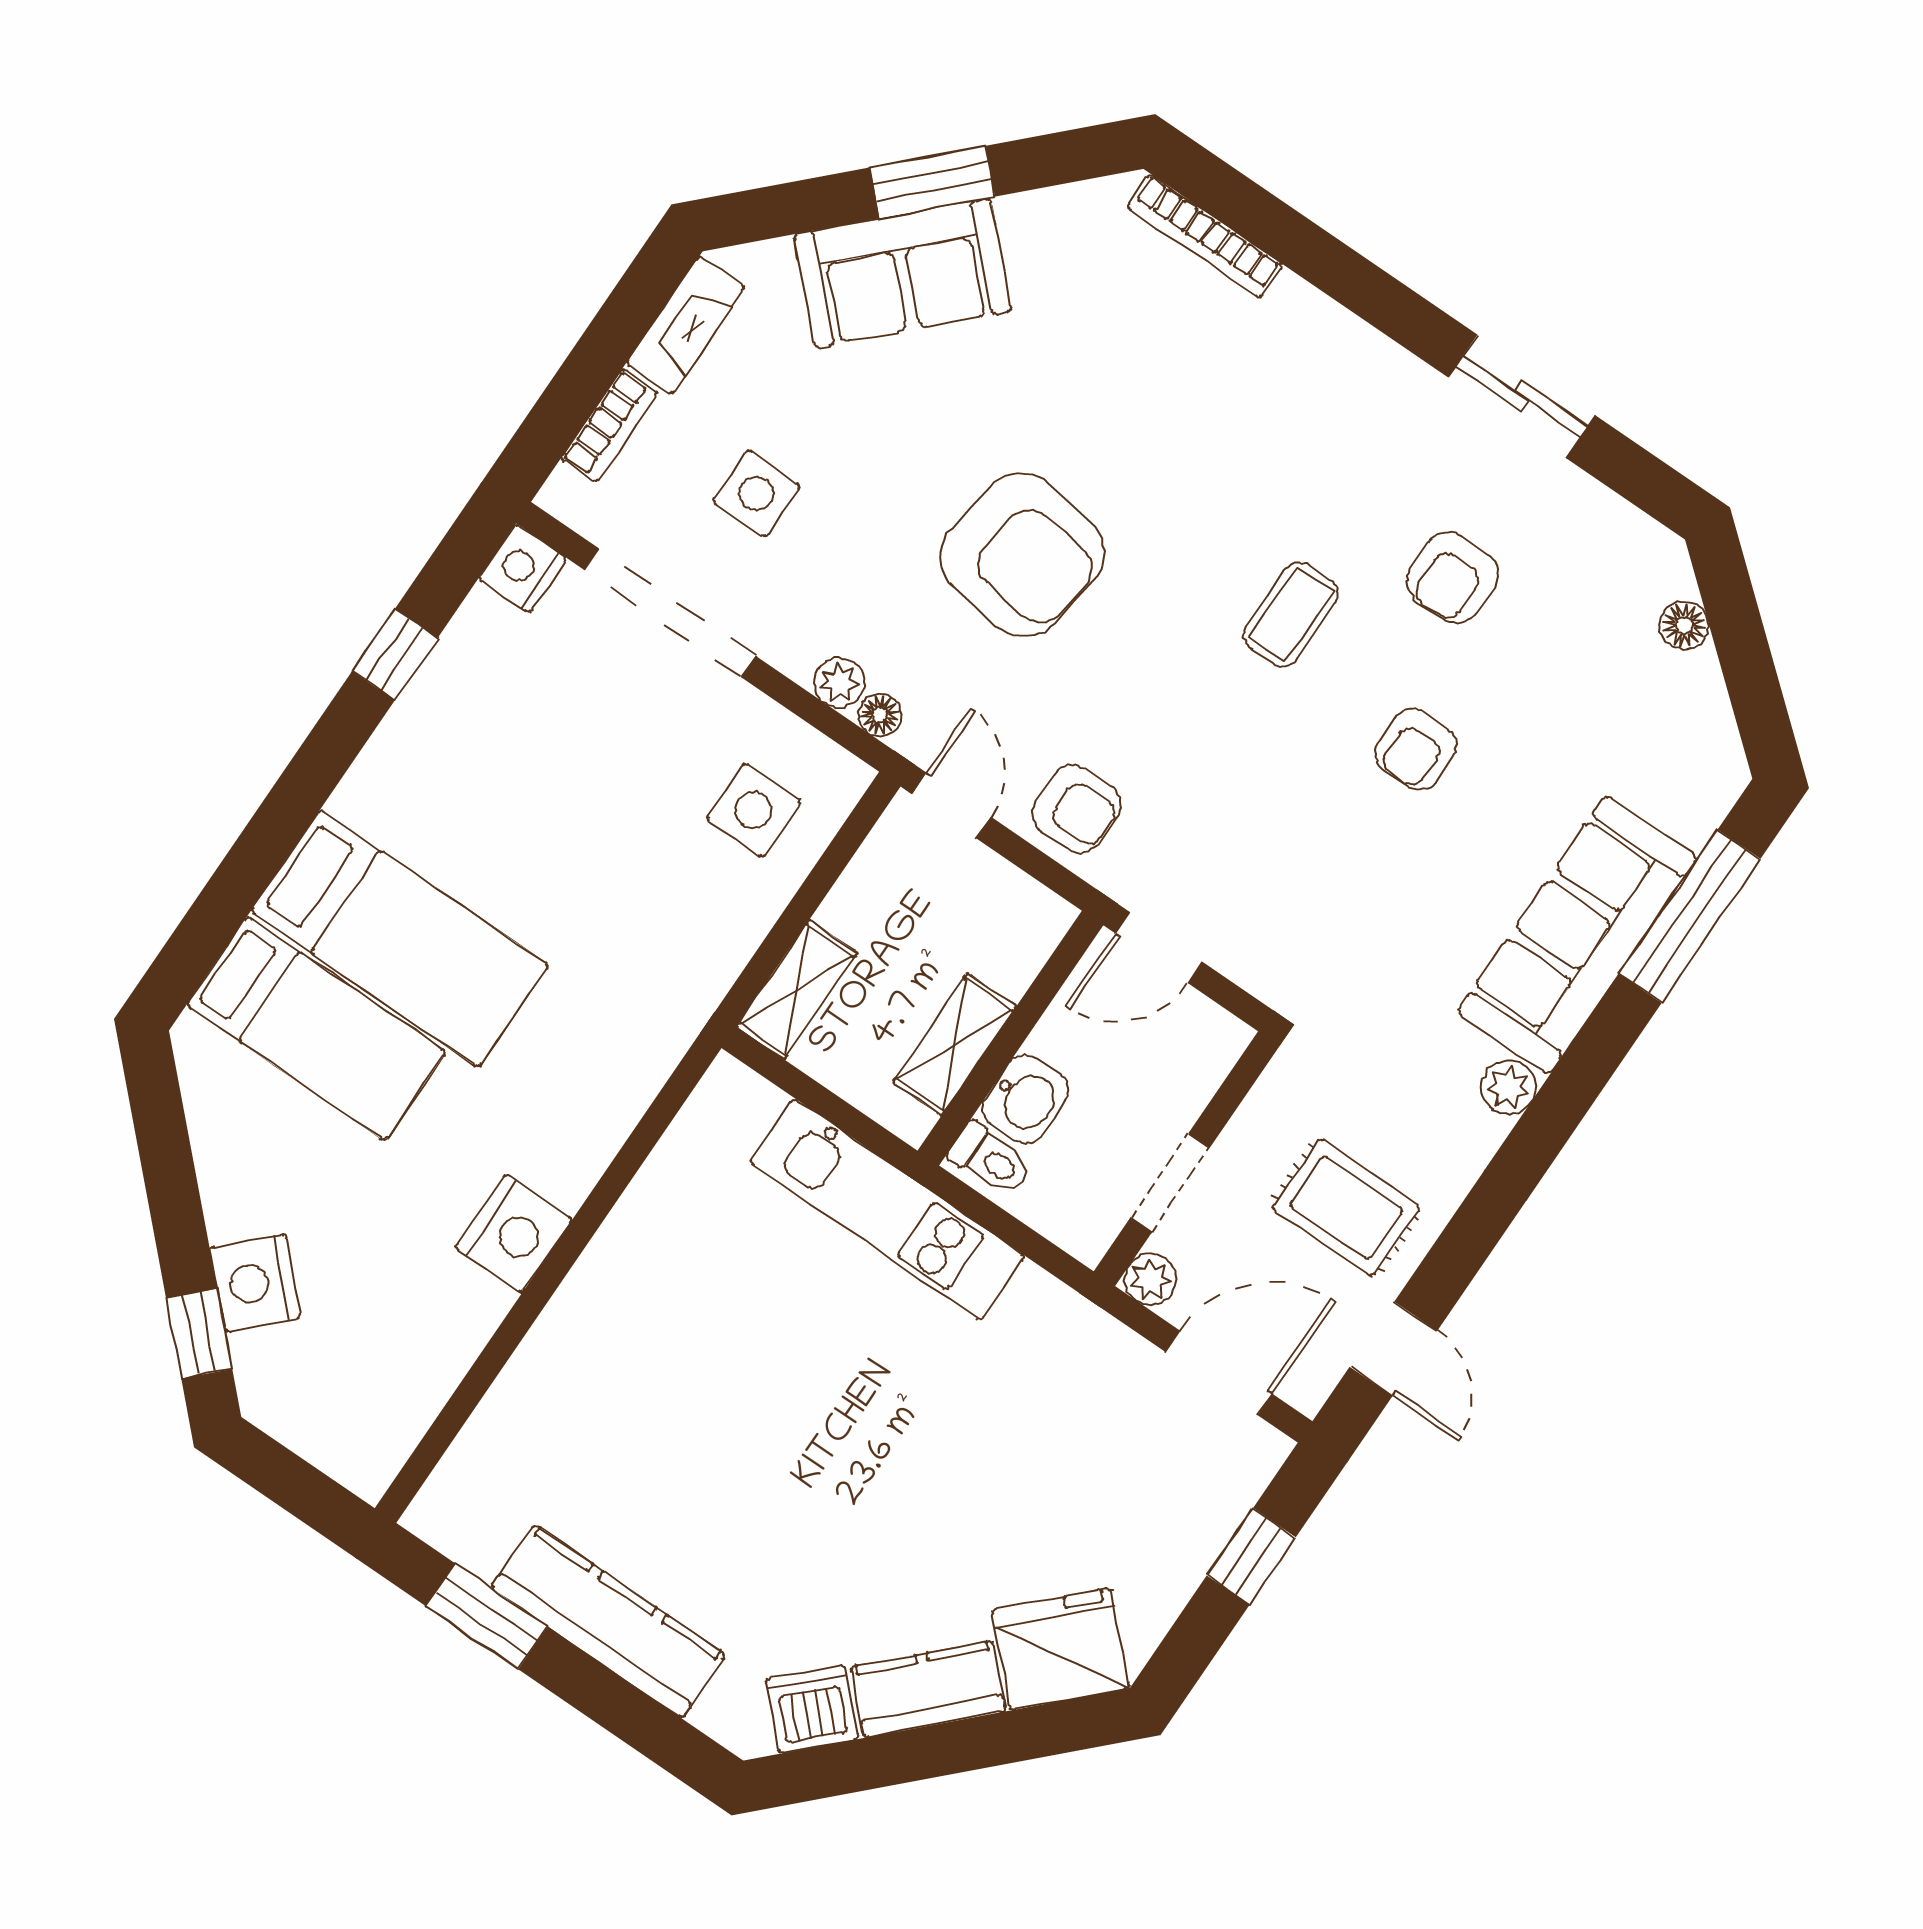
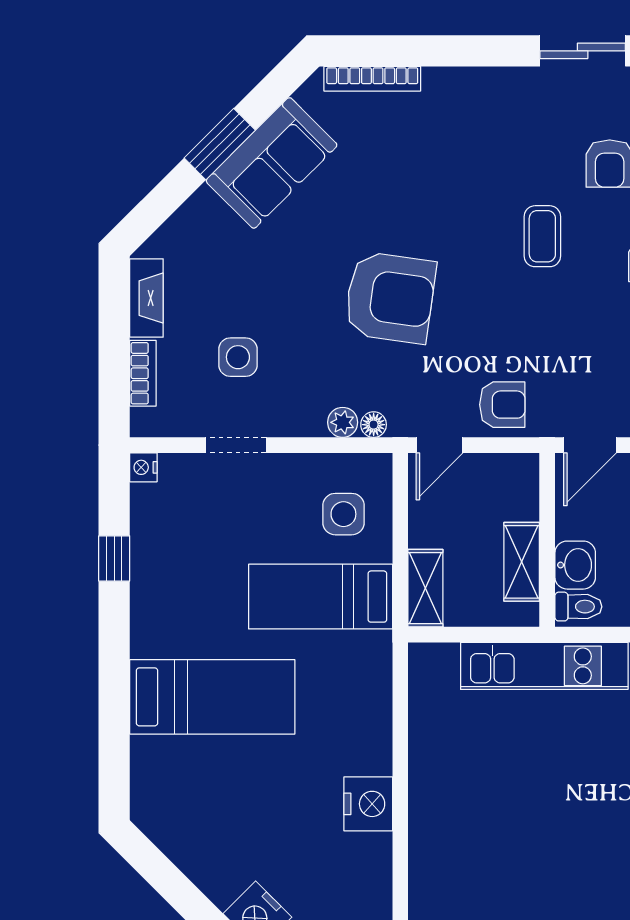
sofa: (903, 273) -> (272, 163), moved
nightstand: (523, 569) -> (143, 467), width x0.72, depth x0.74
doorway: (670, 613) -> (236, 445), width x0.53
door: (951, 806) -> (439, 445), swing flipped
bed: (316, 1028) -> (321, 597), moved, turned 180

